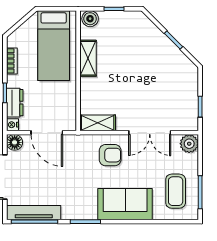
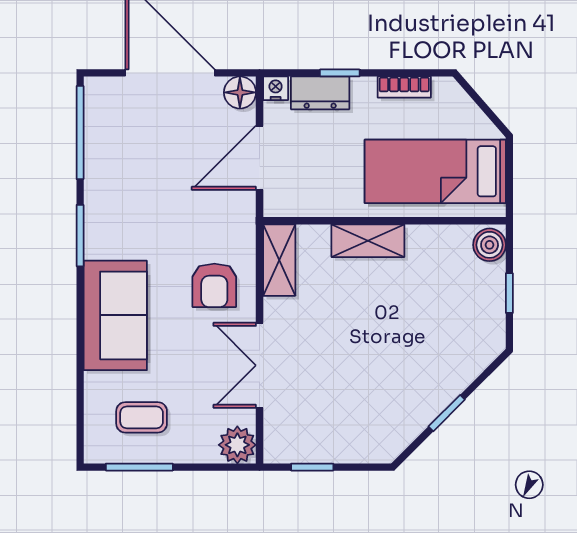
shelving: (88, 58) -> (368, 241), moved
coffee table: (176, 191) -> (142, 417), width x0.73, depth x0.77
tv unit: (34, 213) -> (98, 131), removed

